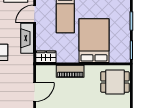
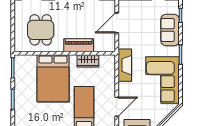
fireplace: (27, 38) -> (125, 65), moved
wardrobe: (46, 57) -> (88, 61), moved
dining table: (115, 82) -> (41, 30), moved, turned 90

